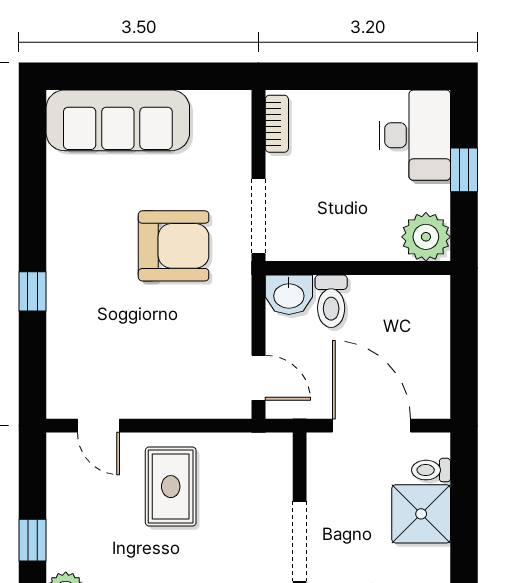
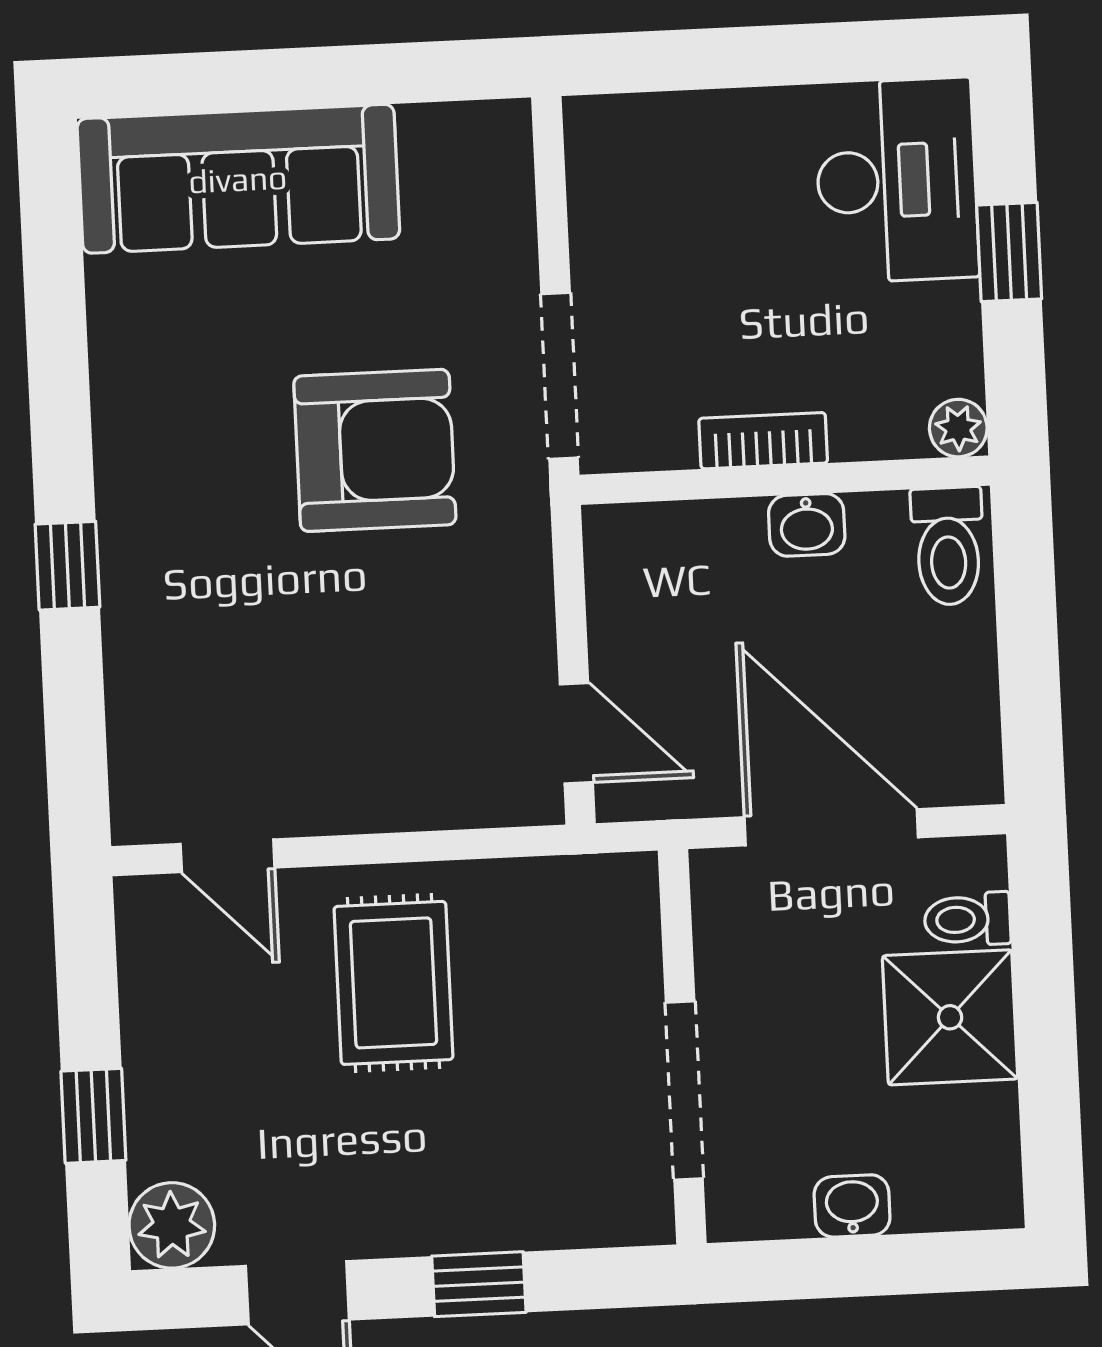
bookcase: (277, 124) -> (763, 441), moved, turned -90
plant: (426, 237) -> (958, 428), width x0.53, depth x0.53
washbasin: (289, 295) -> (807, 525), moved, width x0.72, depth x0.69
toilet: (331, 301) -> (948, 546), moved

